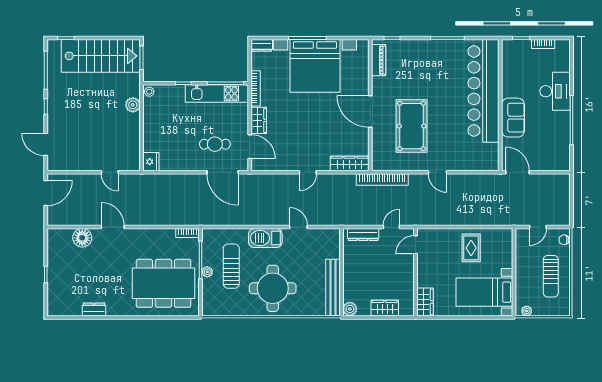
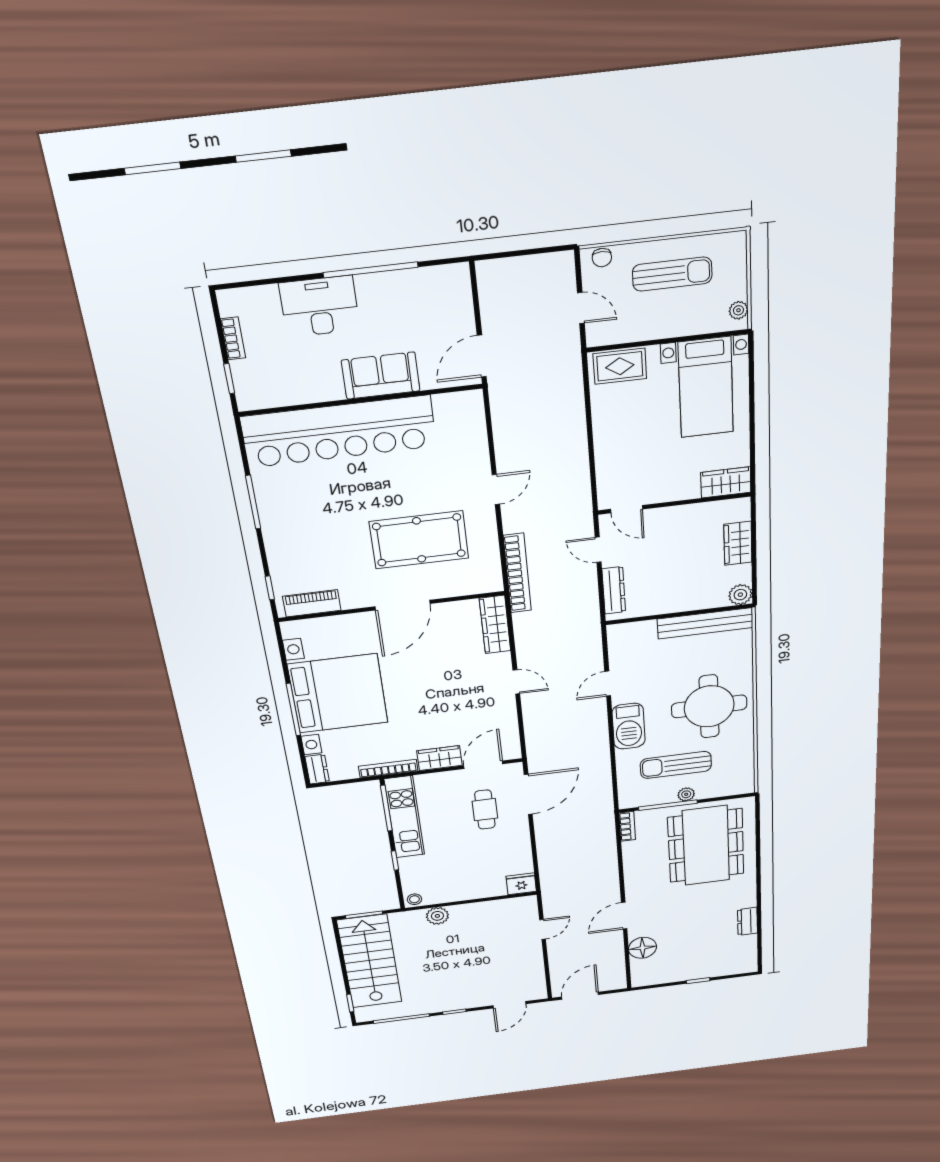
door: (46, 193) -> (580, 996), hinge flipped
rug: (471, 248) -> (620, 366), moved

